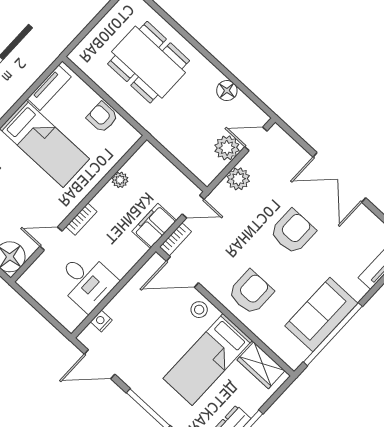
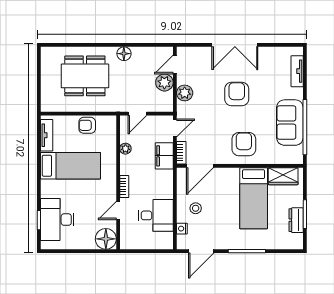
floor lamp: (227, 91) -> (124, 54), moved
door: (167, 154) -> (137, 114), added
stool: (199, 310) -> (196, 208), moved

